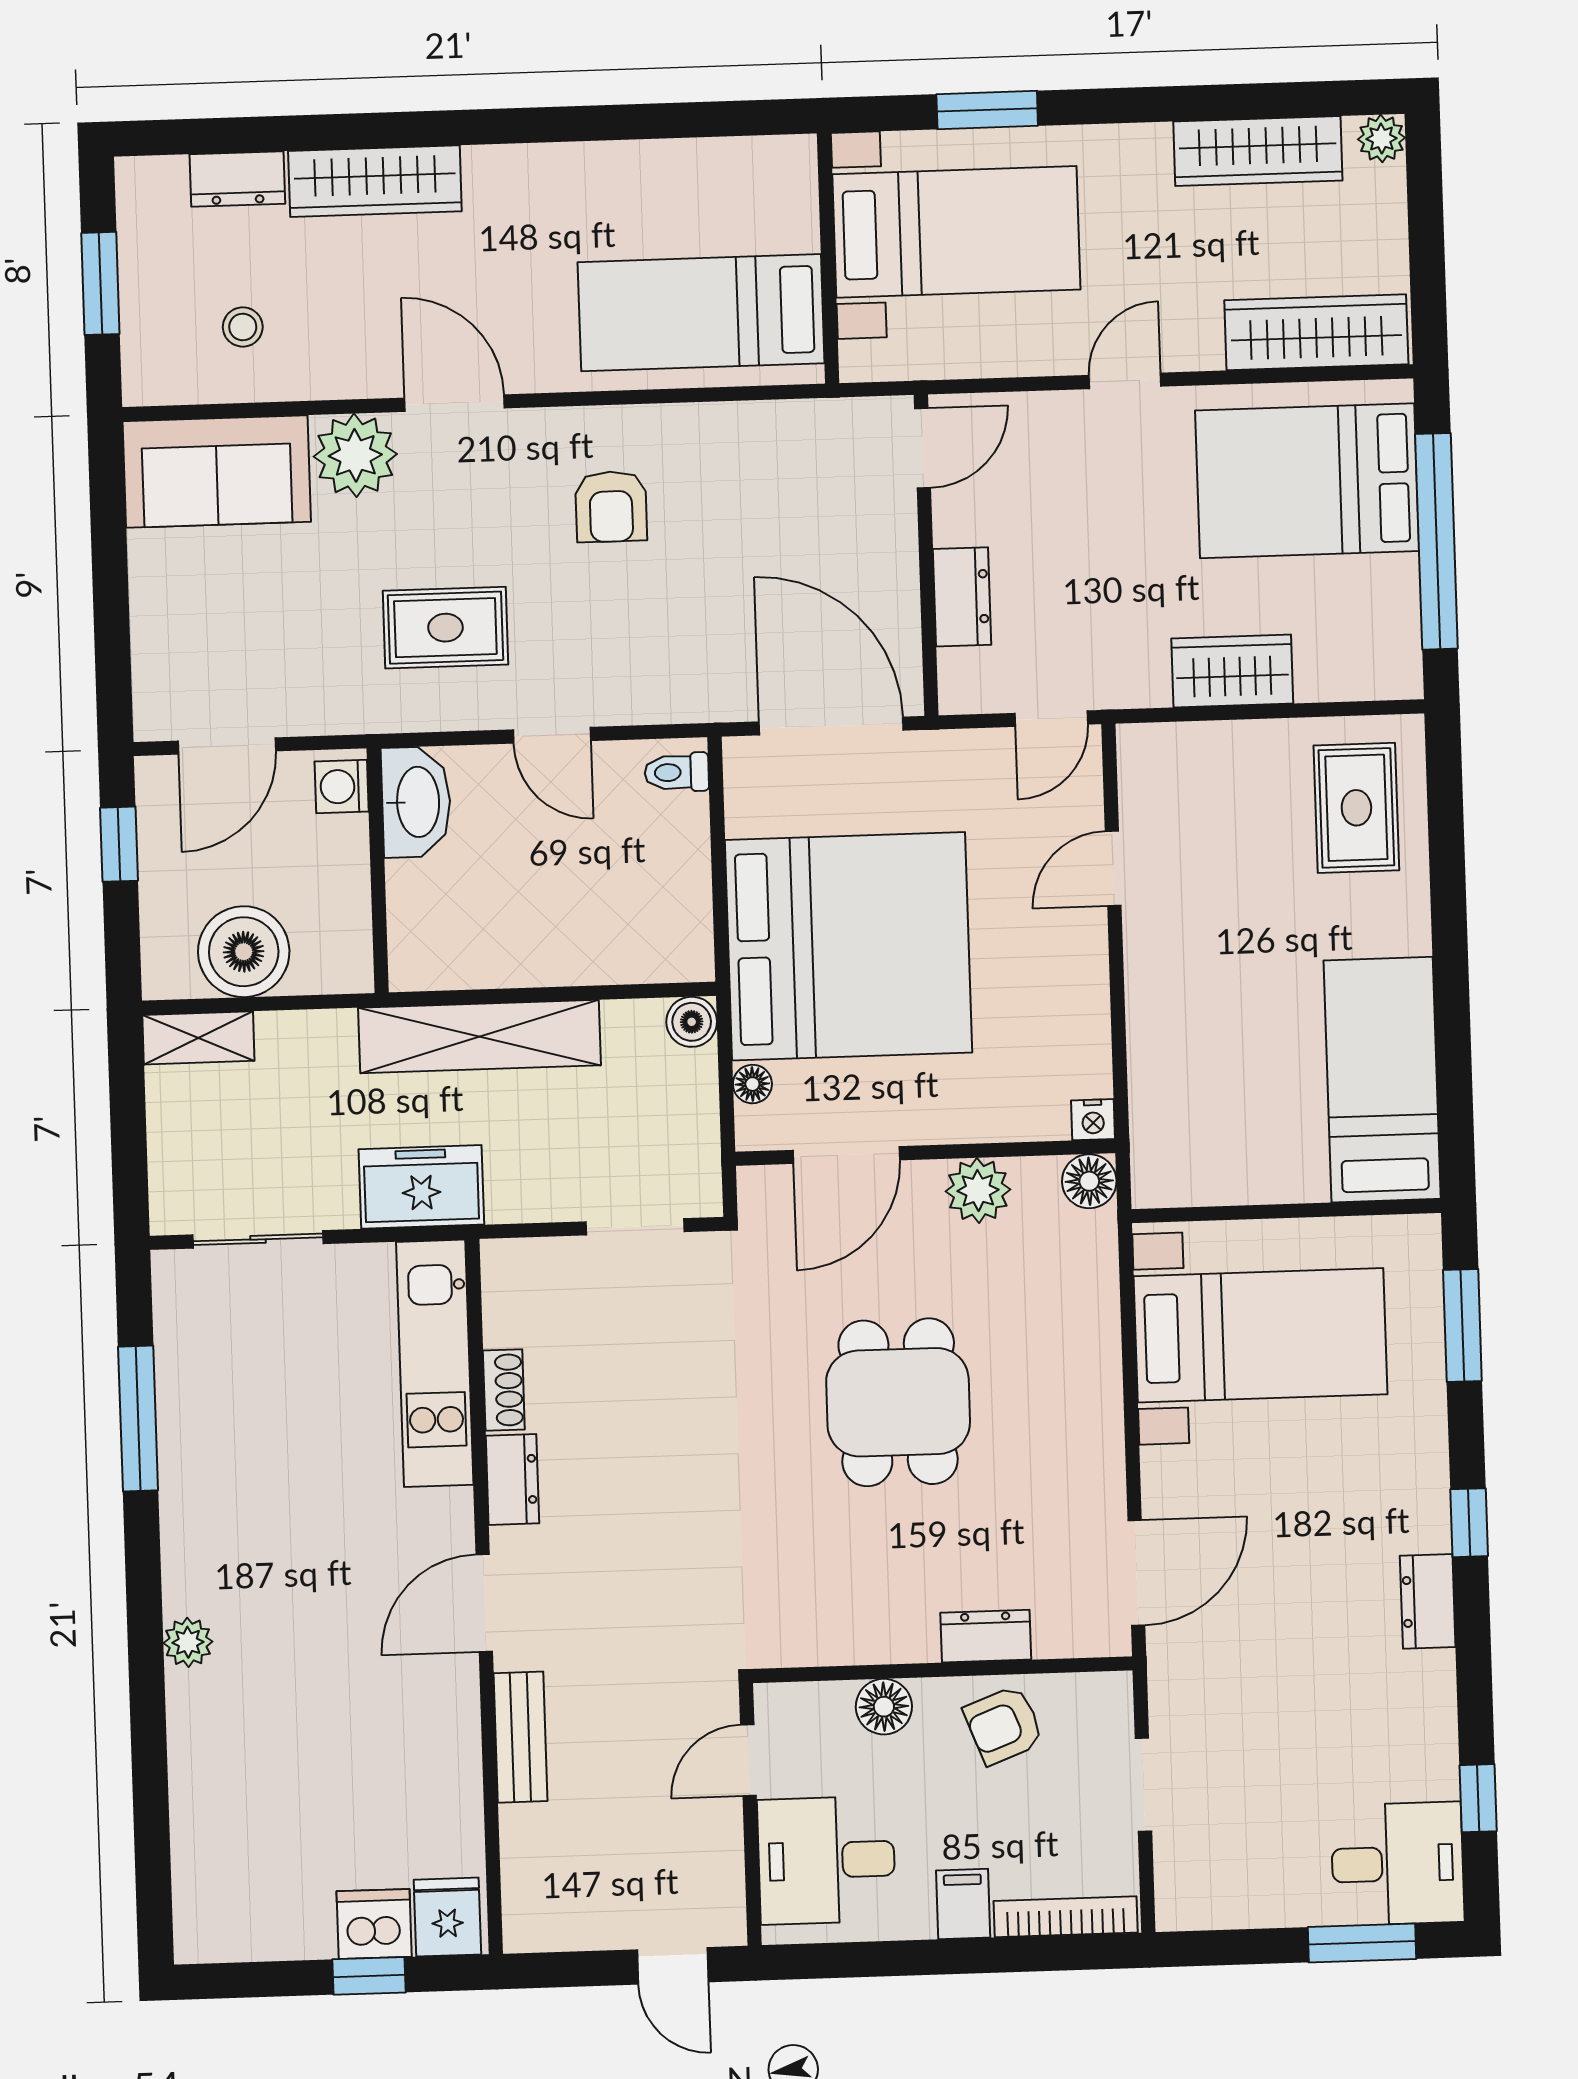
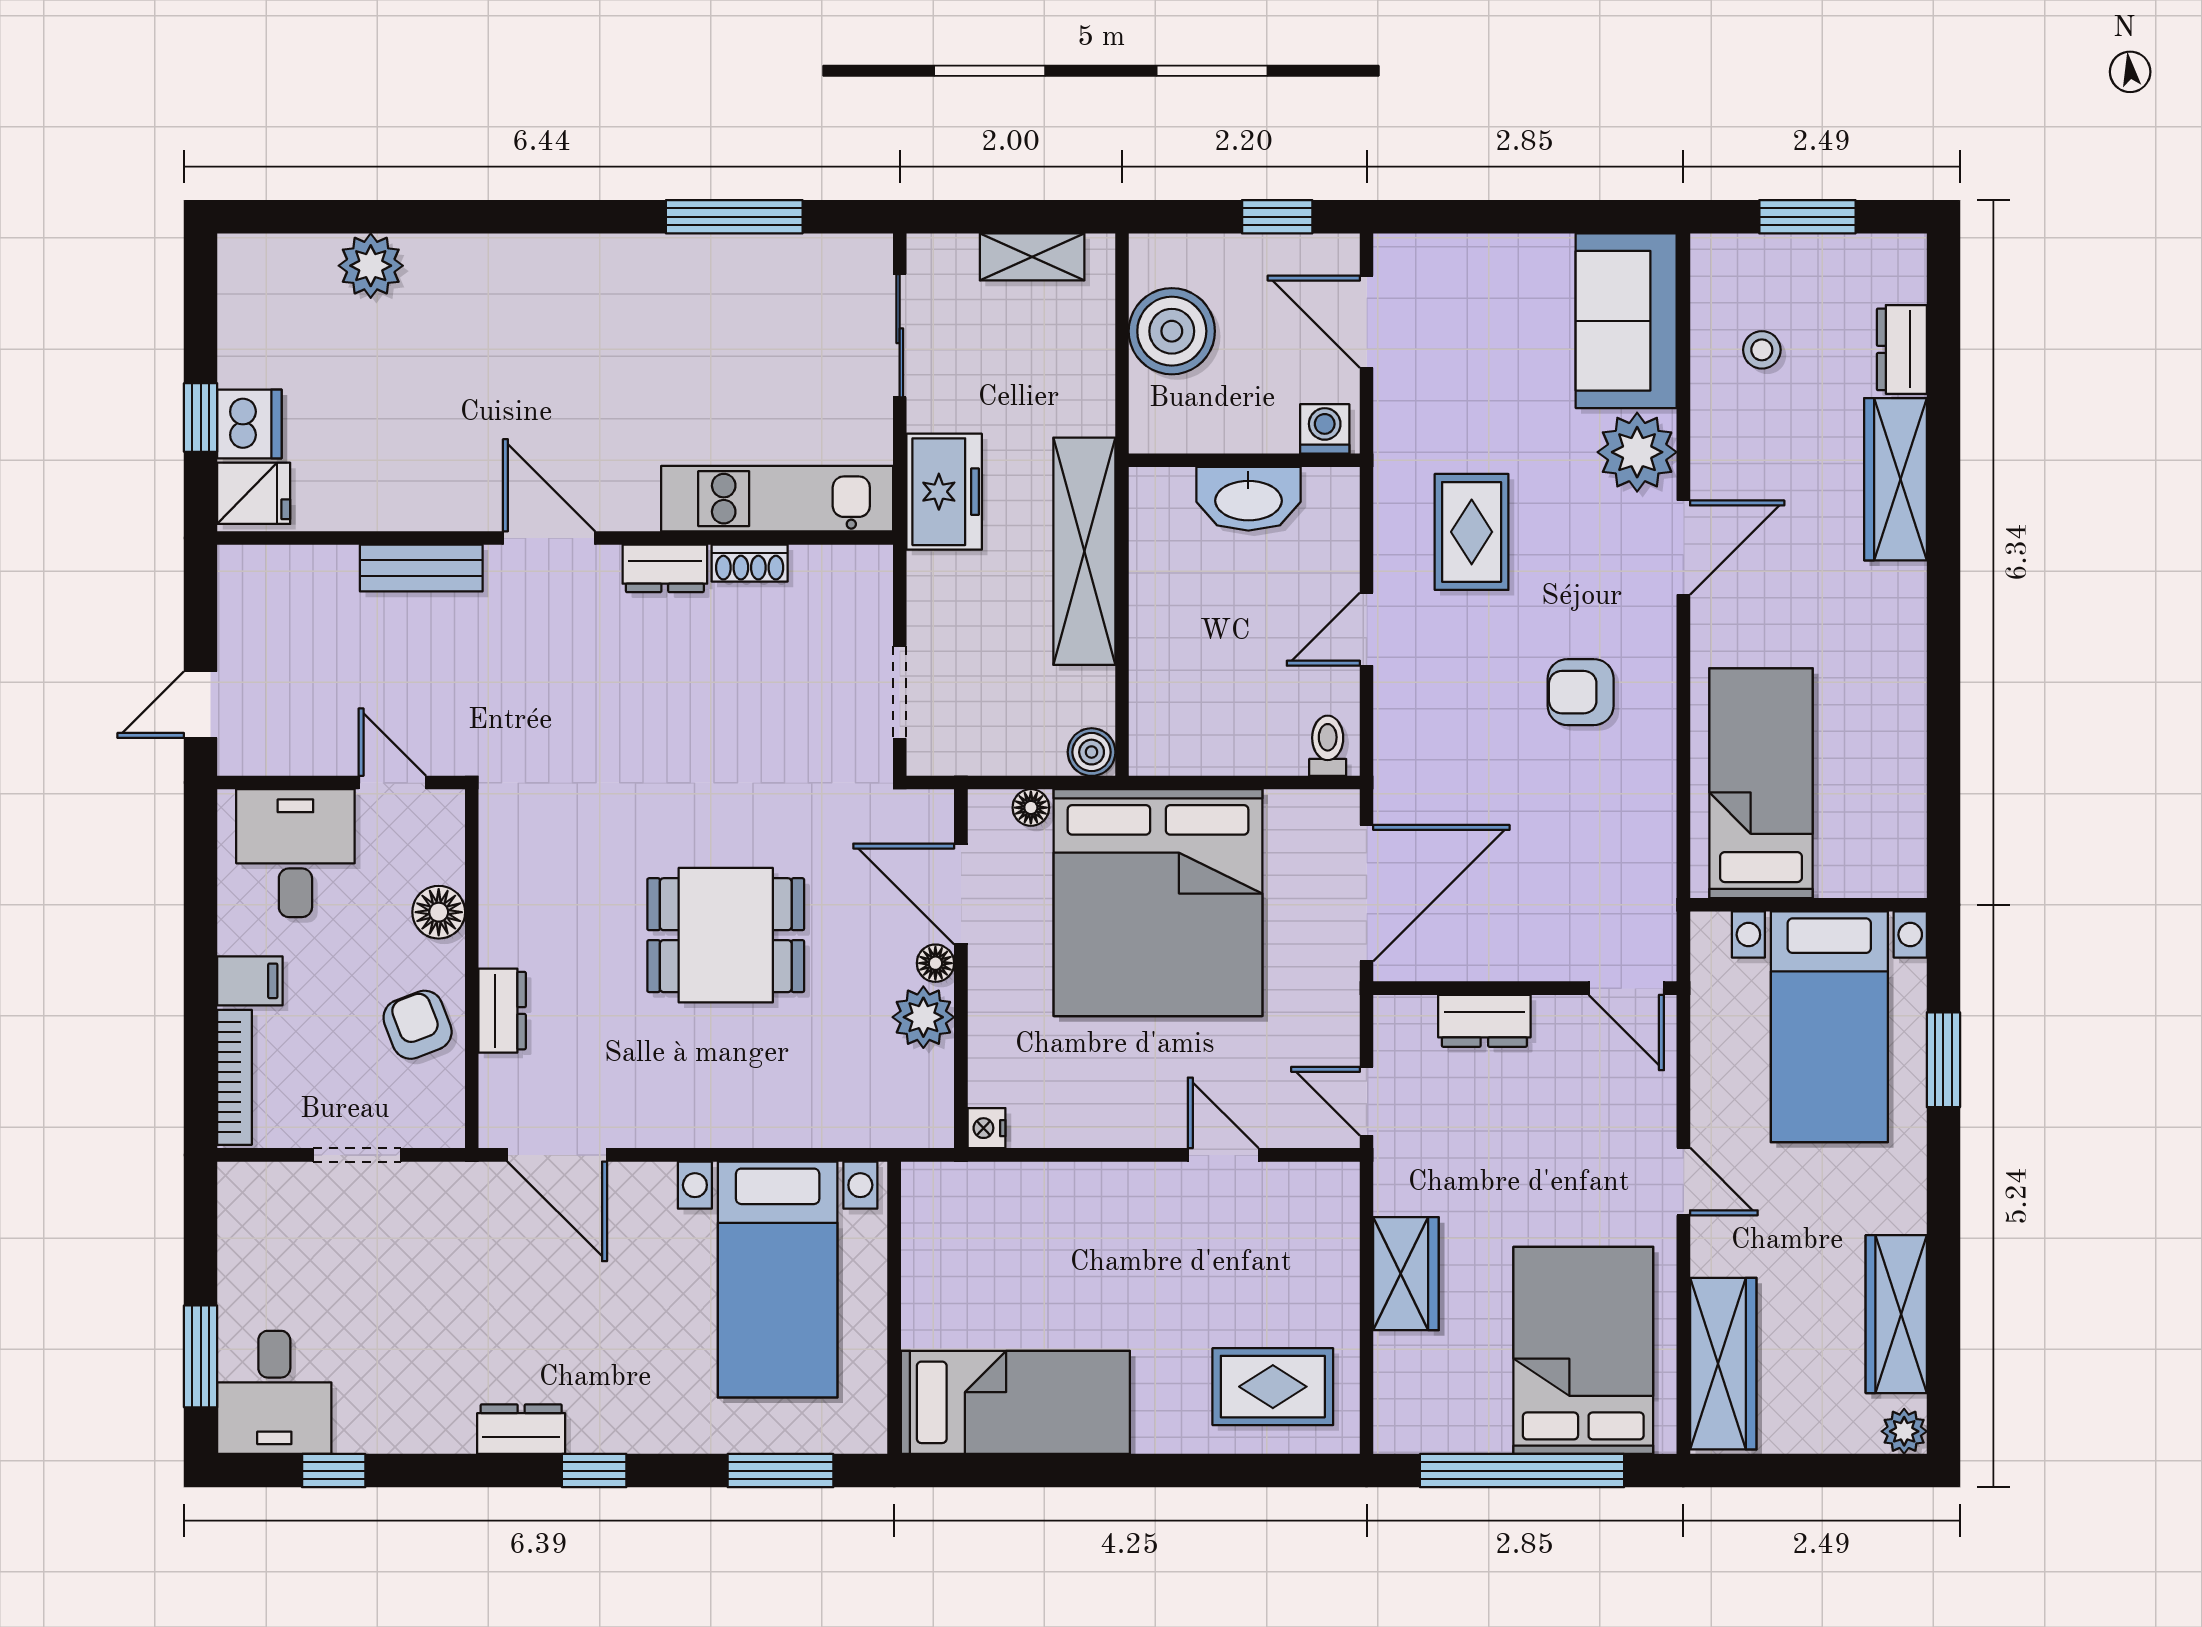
washbasin: (416, 802) -> (1248, 499), moved
shelving: (198, 1038) -> (1032, 257), moved, turned 90
floor lamp: (1089, 1181) -> (935, 963), moved, width x0.73, depth x0.73
plant: (188, 1642) -> (371, 266), moved, width x1.38, depth x1.38

